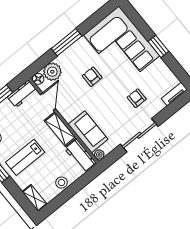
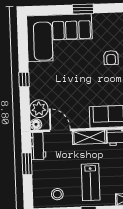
window: (67, 42) -> (24, 80), width x0.46
armchair: (92, 77) -> (67, 80), removed
armchair: (137, 98) -> (111, 58), turned -90

